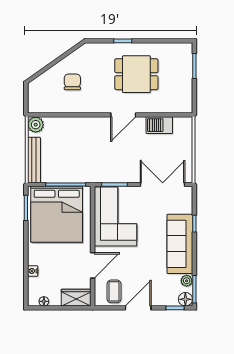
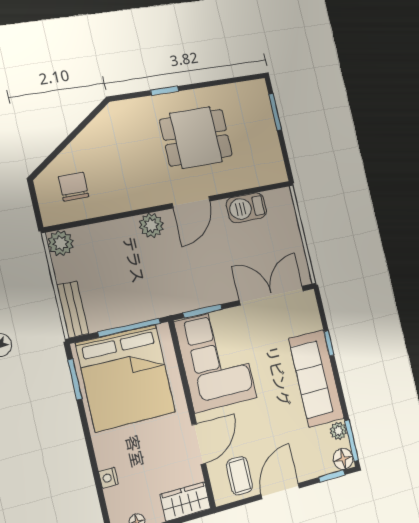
chair: (72, 82) -> (74, 187), moved
plant: (94, 125) -> (151, 225), added
bench: (34, 160) -> (73, 309), width x0.73

